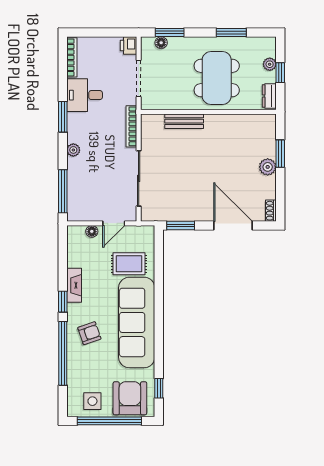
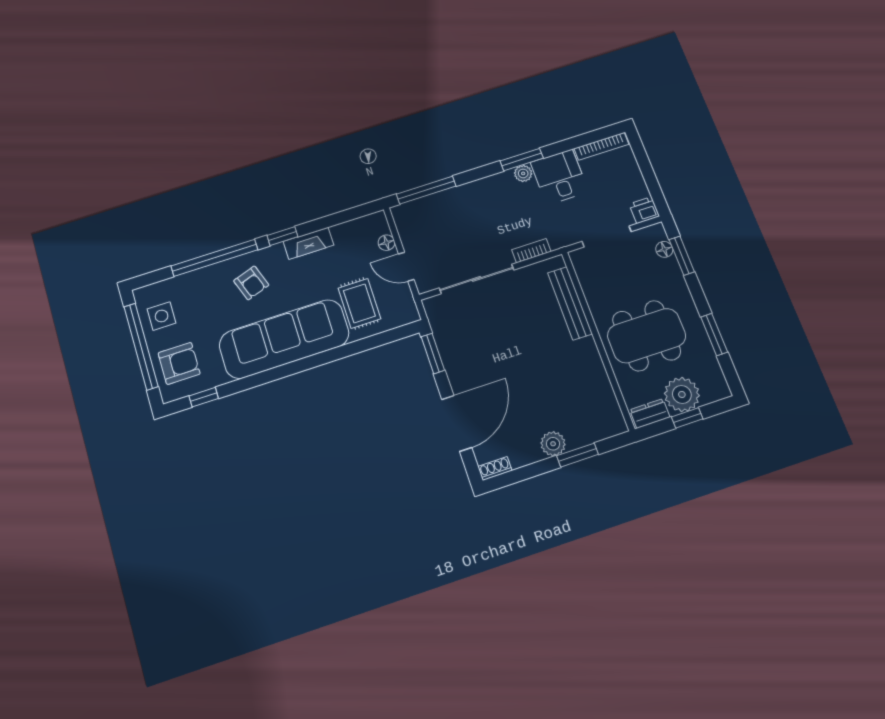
plant: (270, 64) -> (682, 394), width x1.87, depth x1.87
bench: (184, 121) -> (570, 303), width x1.36
bookcase: (131, 126) -> (531, 251), width x0.64
plant: (73, 150) -> (523, 173), moved
armchair: (130, 398) -> (179, 363), width x0.73, depth x0.73

